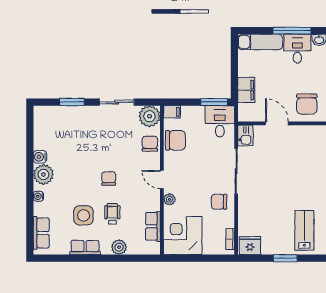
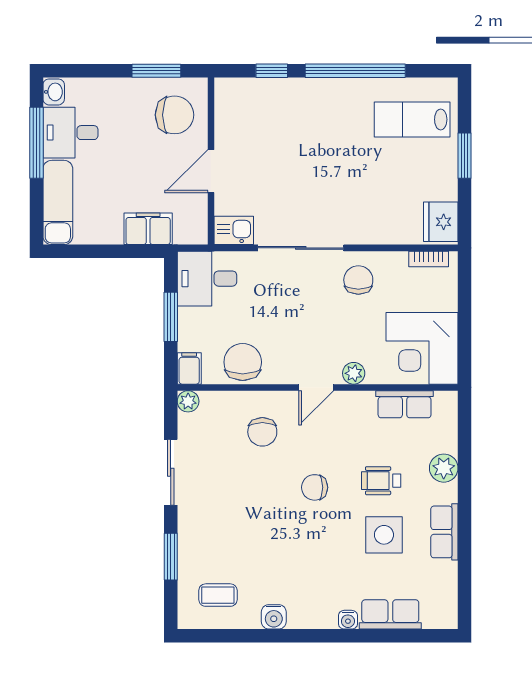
window: (214, 102) -> (171, 317), moved
plant: (150, 116) -> (188, 401), width x0.53, depth x0.53
coffee table: (52, 127) -> (218, 595), added
chair: (150, 144) -> (262, 432), moved, turned -90
plant: (43, 175) -> (307, 610), removed
chair: (219, 202) -> (358, 280), turned 180
row of seats: (41, 233) -> (390, 614), moved

